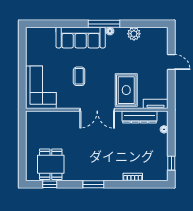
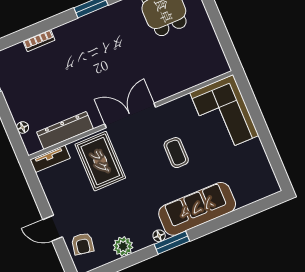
window: (104, 24) -> (172, 243), width x0.69
armchair: (157, 45) -> (83, 244), added

